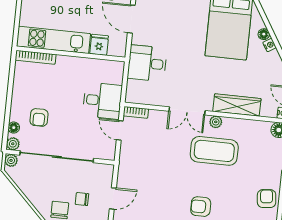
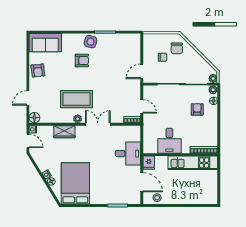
fridge: (99, 45) -> (149, 163), moved
desk: (102, 101) -> (169, 141), moved, turned -90
wardrobe: (237, 105) -> (64, 132), width x0.67
door: (113, 198) -> (142, 71), moved

